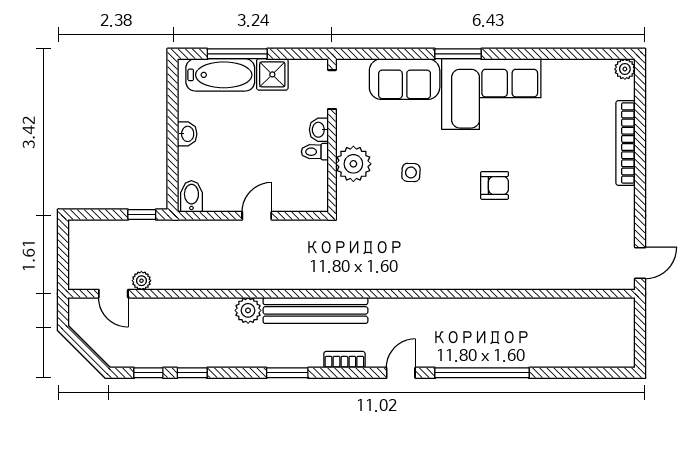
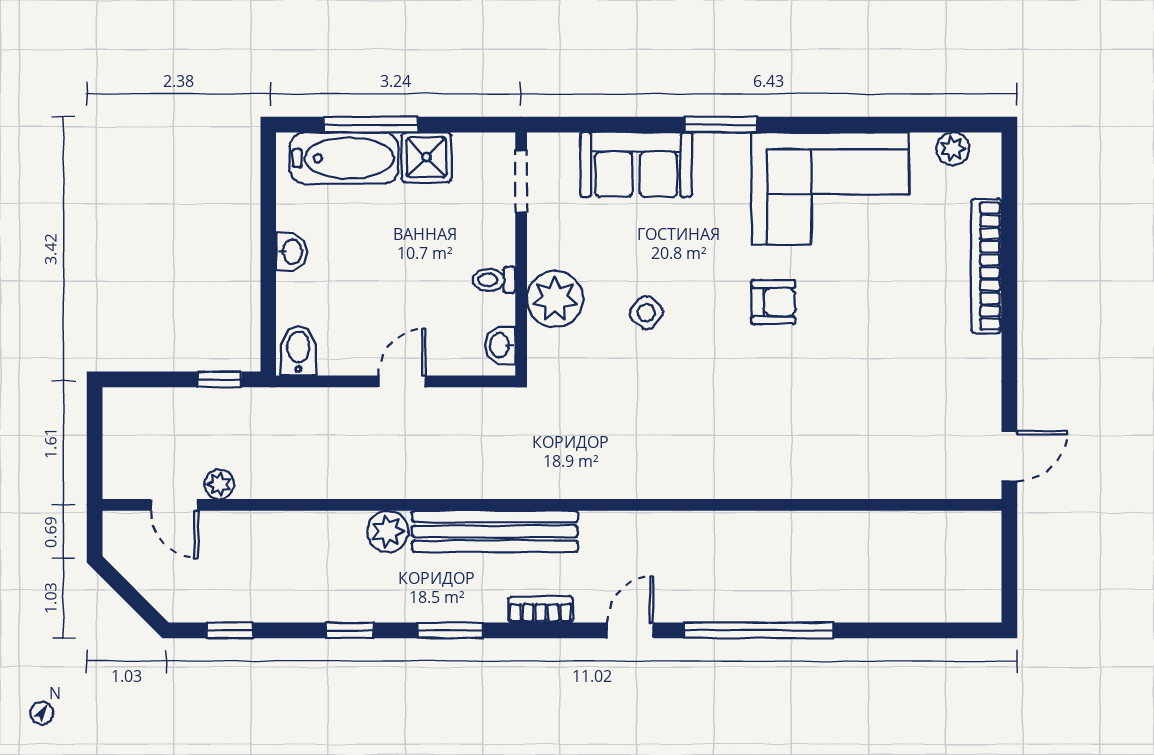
plant: (625, 69) -> (953, 149), moved
corner sofa: (491, 94) -> (830, 189), moved
washbasin: (319, 130) -> (500, 345), moved
side table: (411, 172) -> (646, 313), turned 37
armchair: (495, 185) -> (773, 302), moved
window: (192, 373) -> (350, 630), moved

